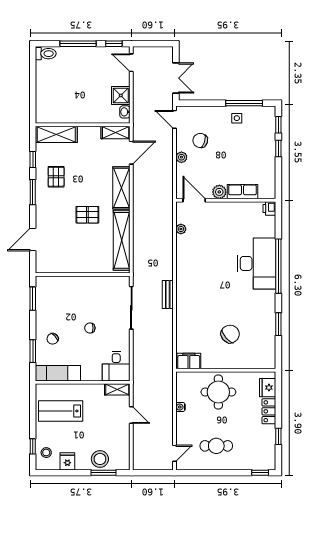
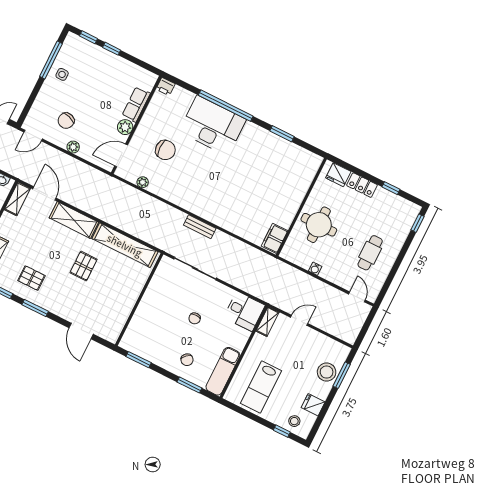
chair: (230, 334) -> (165, 150), moved, turned 131

